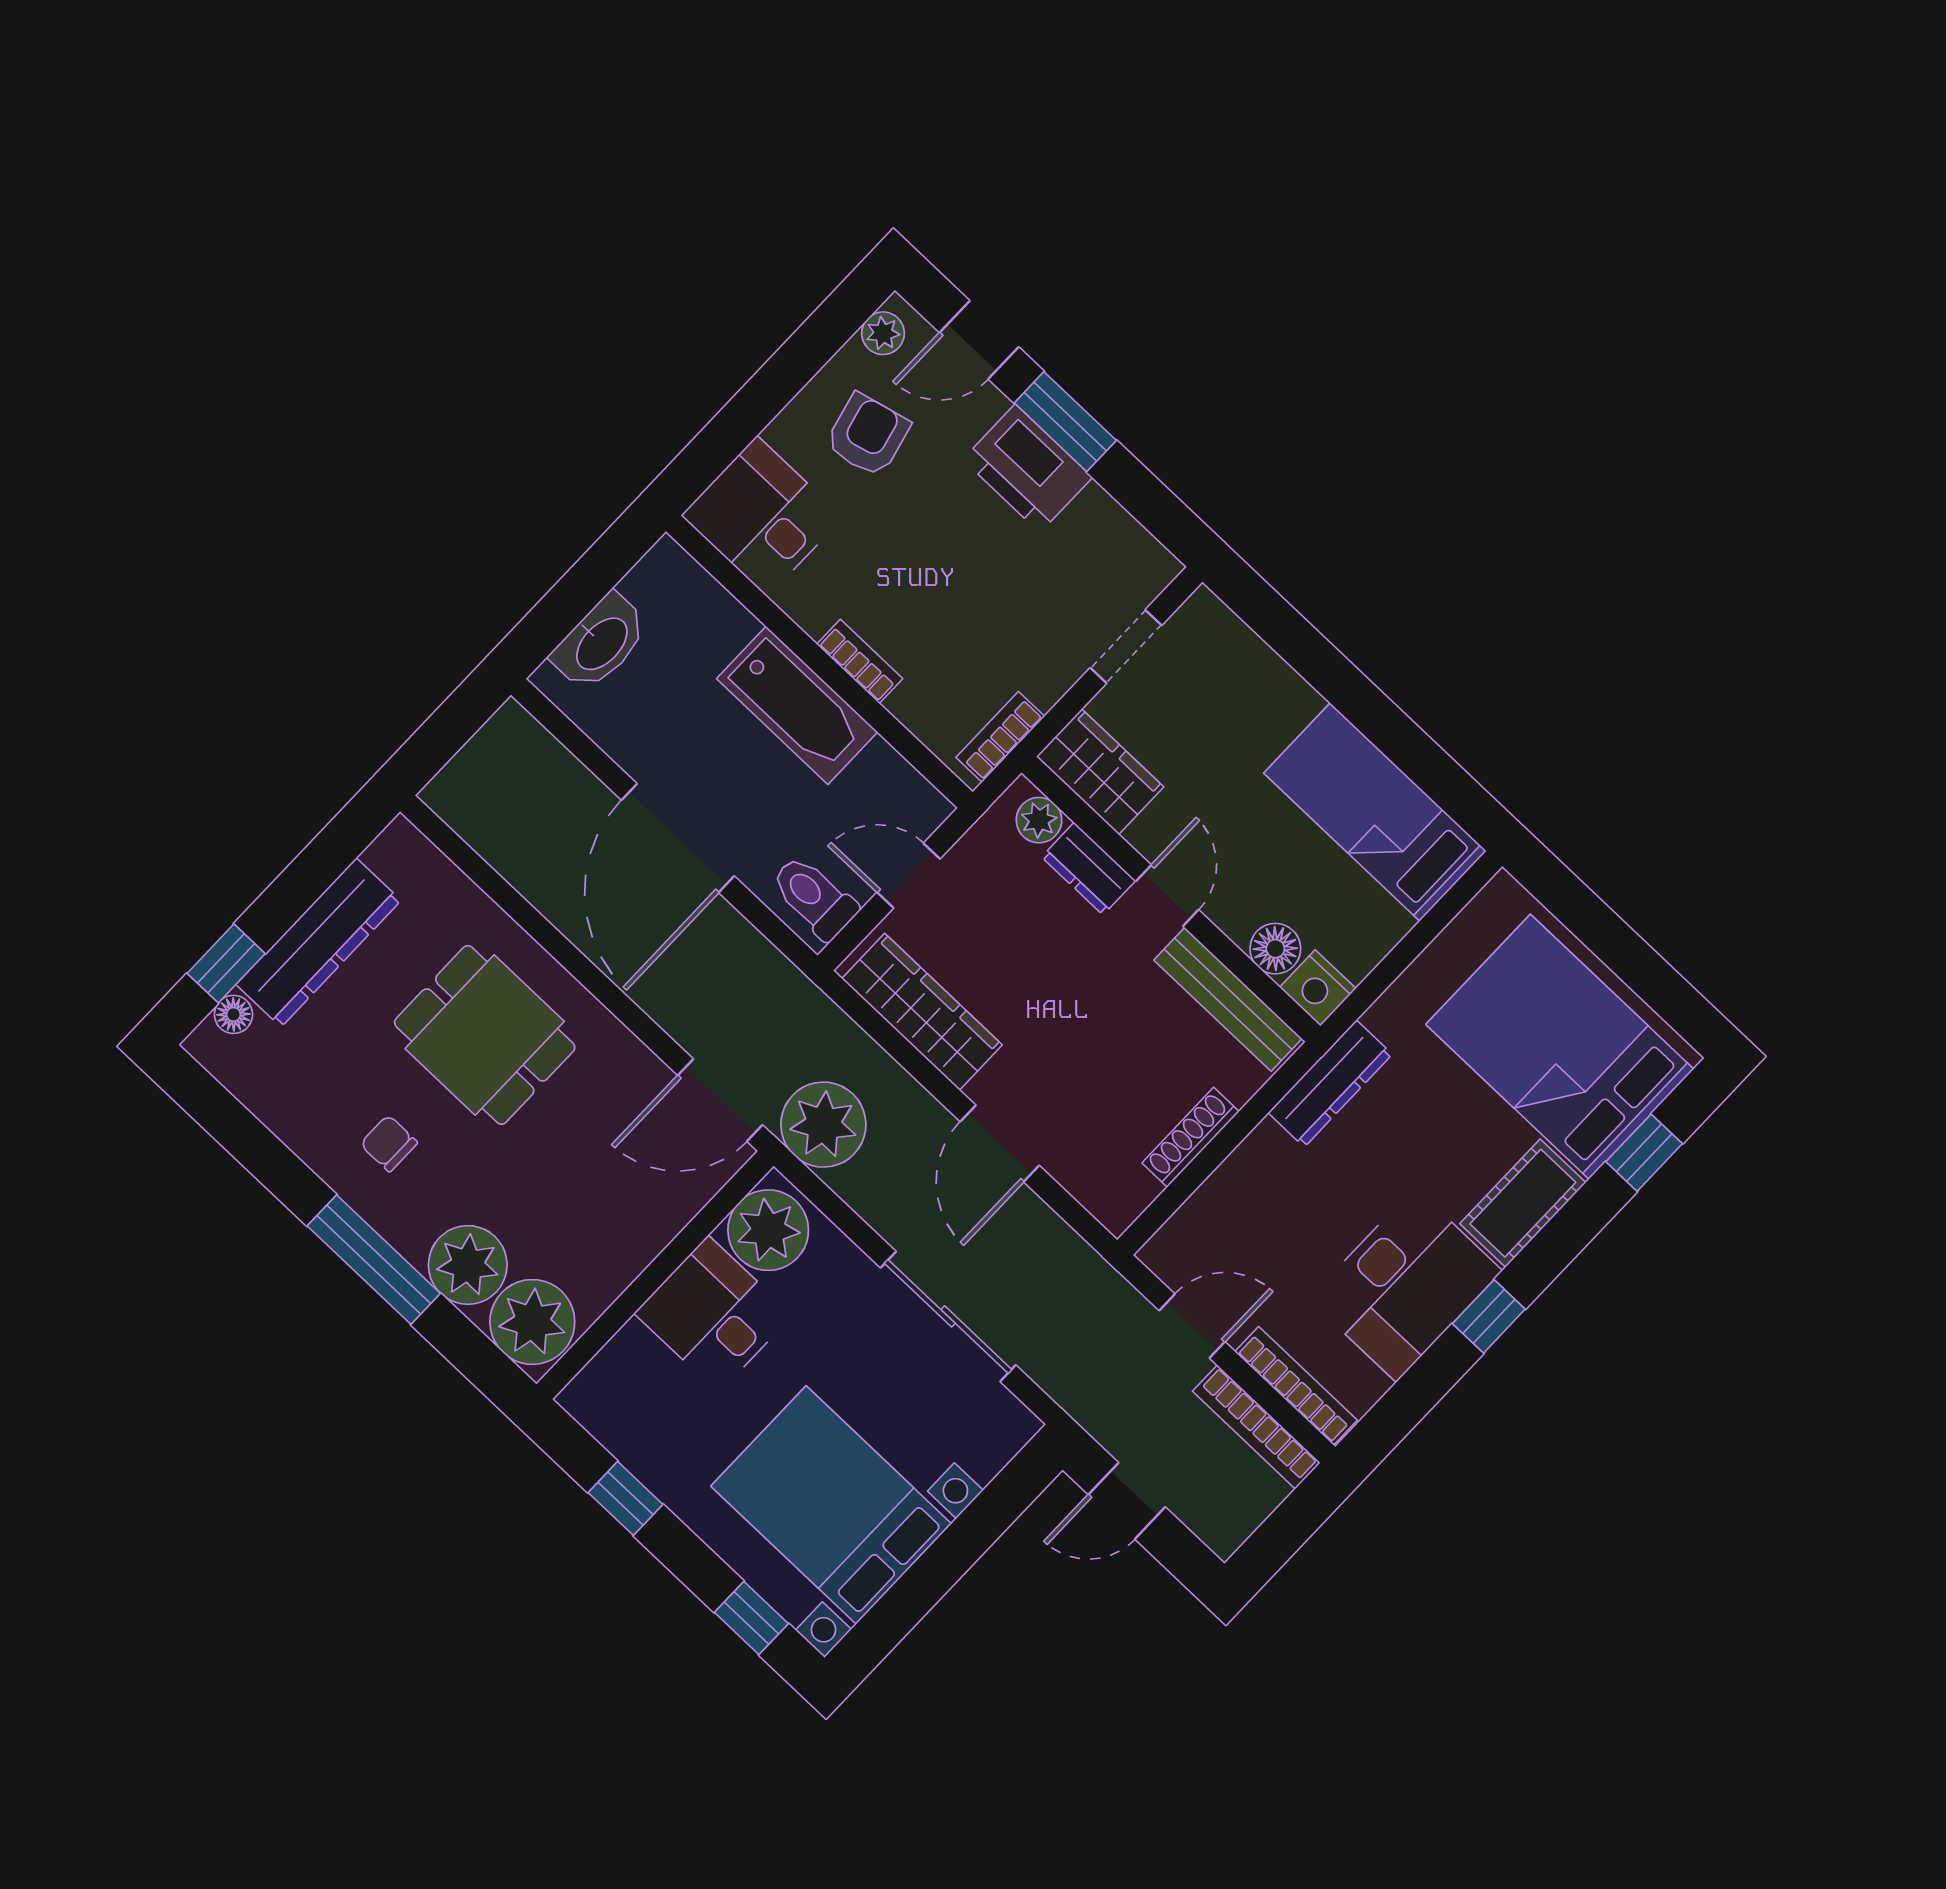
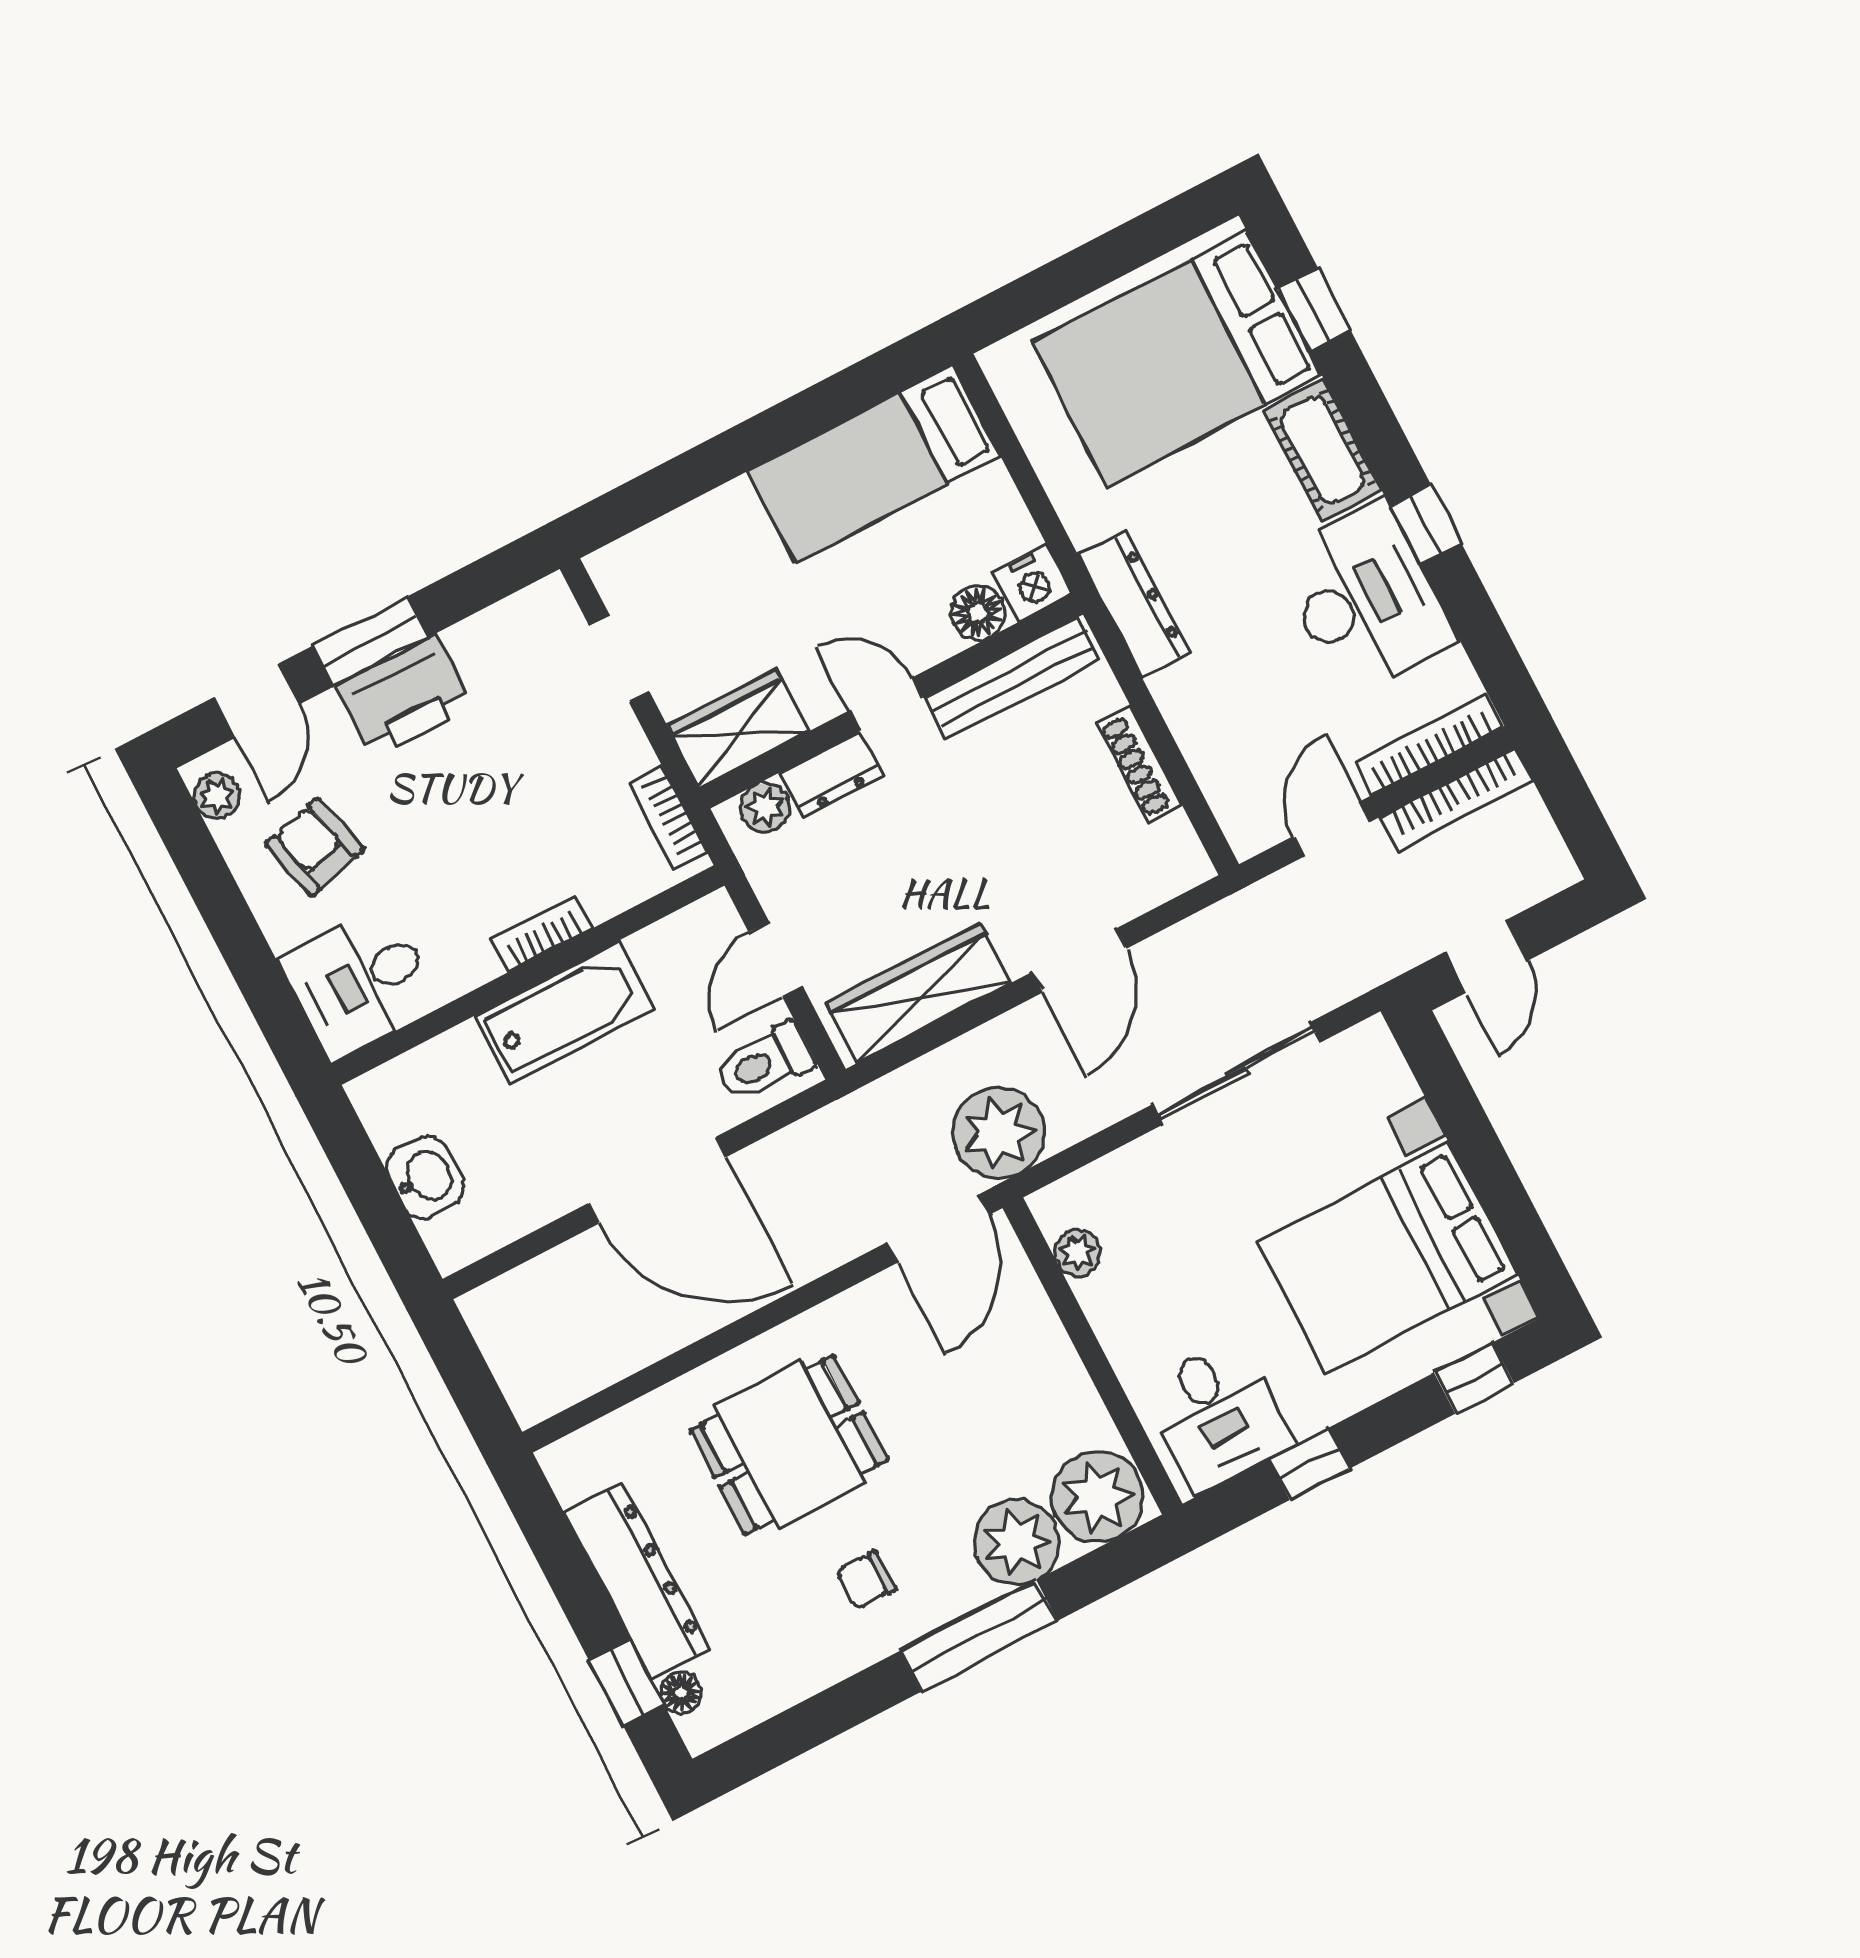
washbasin: (601, 643) -> (425, 1178), width x0.72
door: (1000, 1144) -> (1079, 960), hinge flipped
plant: (768, 1230) -> (1078, 1253), width x0.53, depth x0.53
desk: (713, 1314) -> (1217, 1415), moved, turned -90

